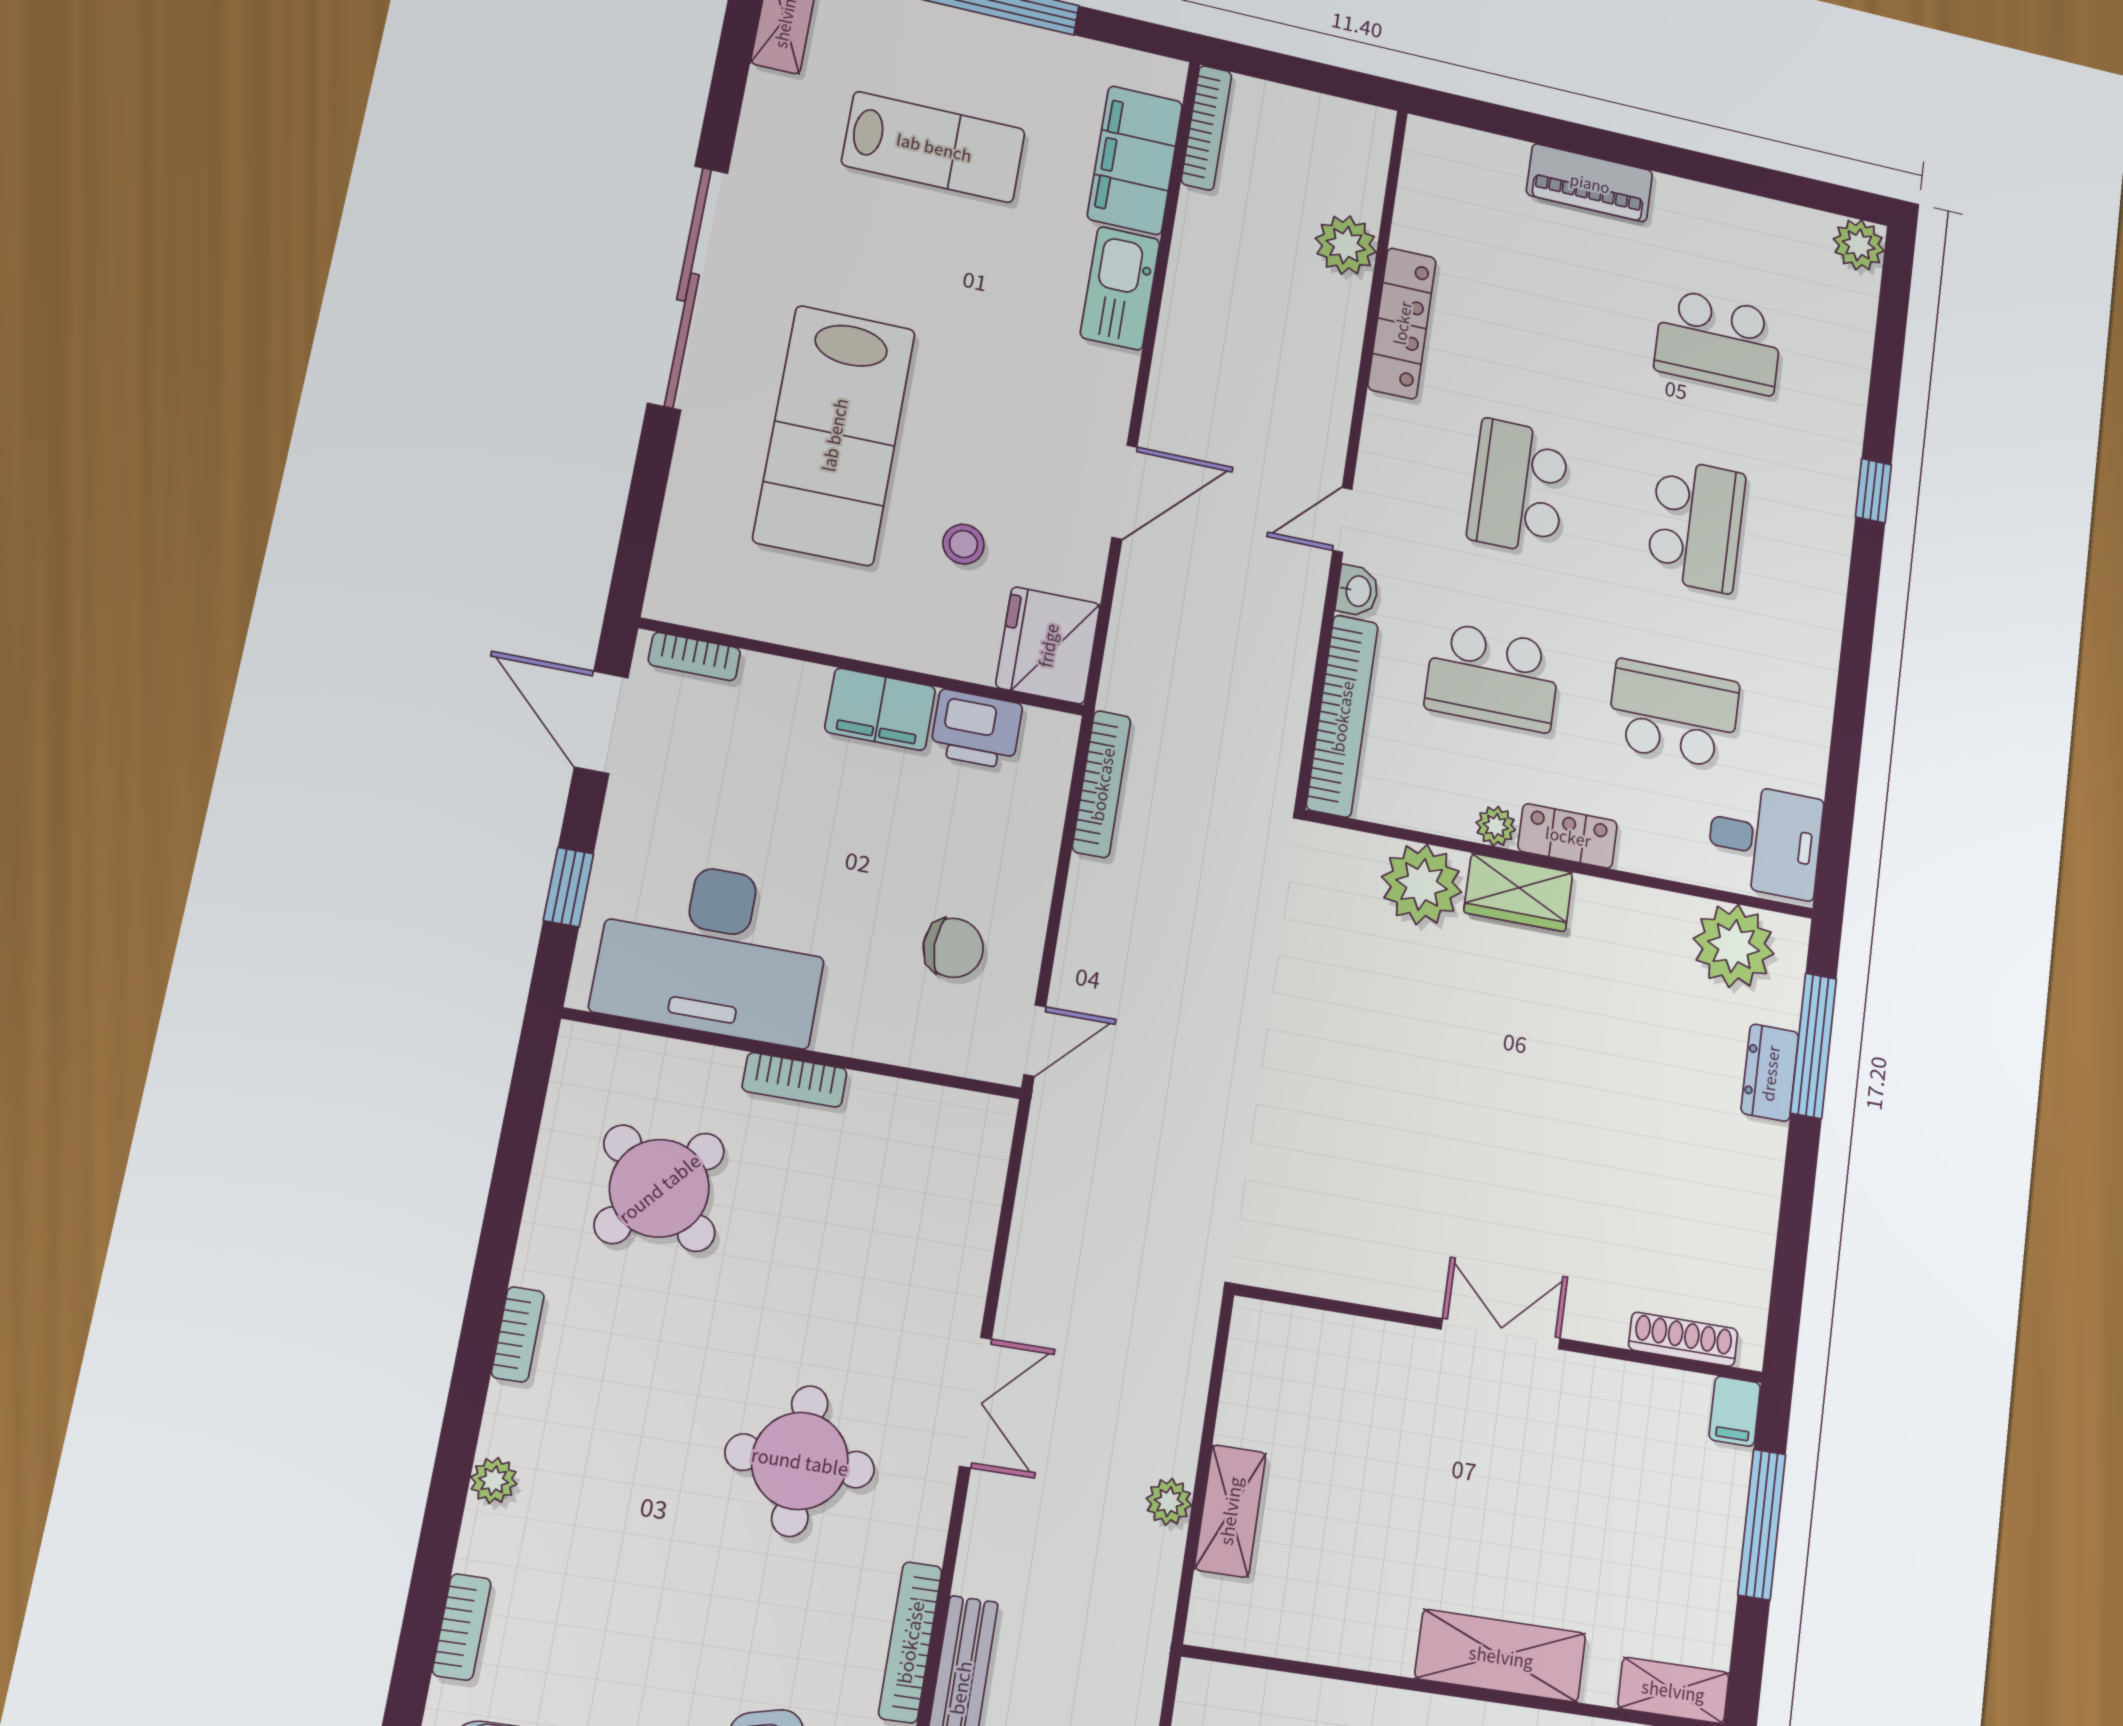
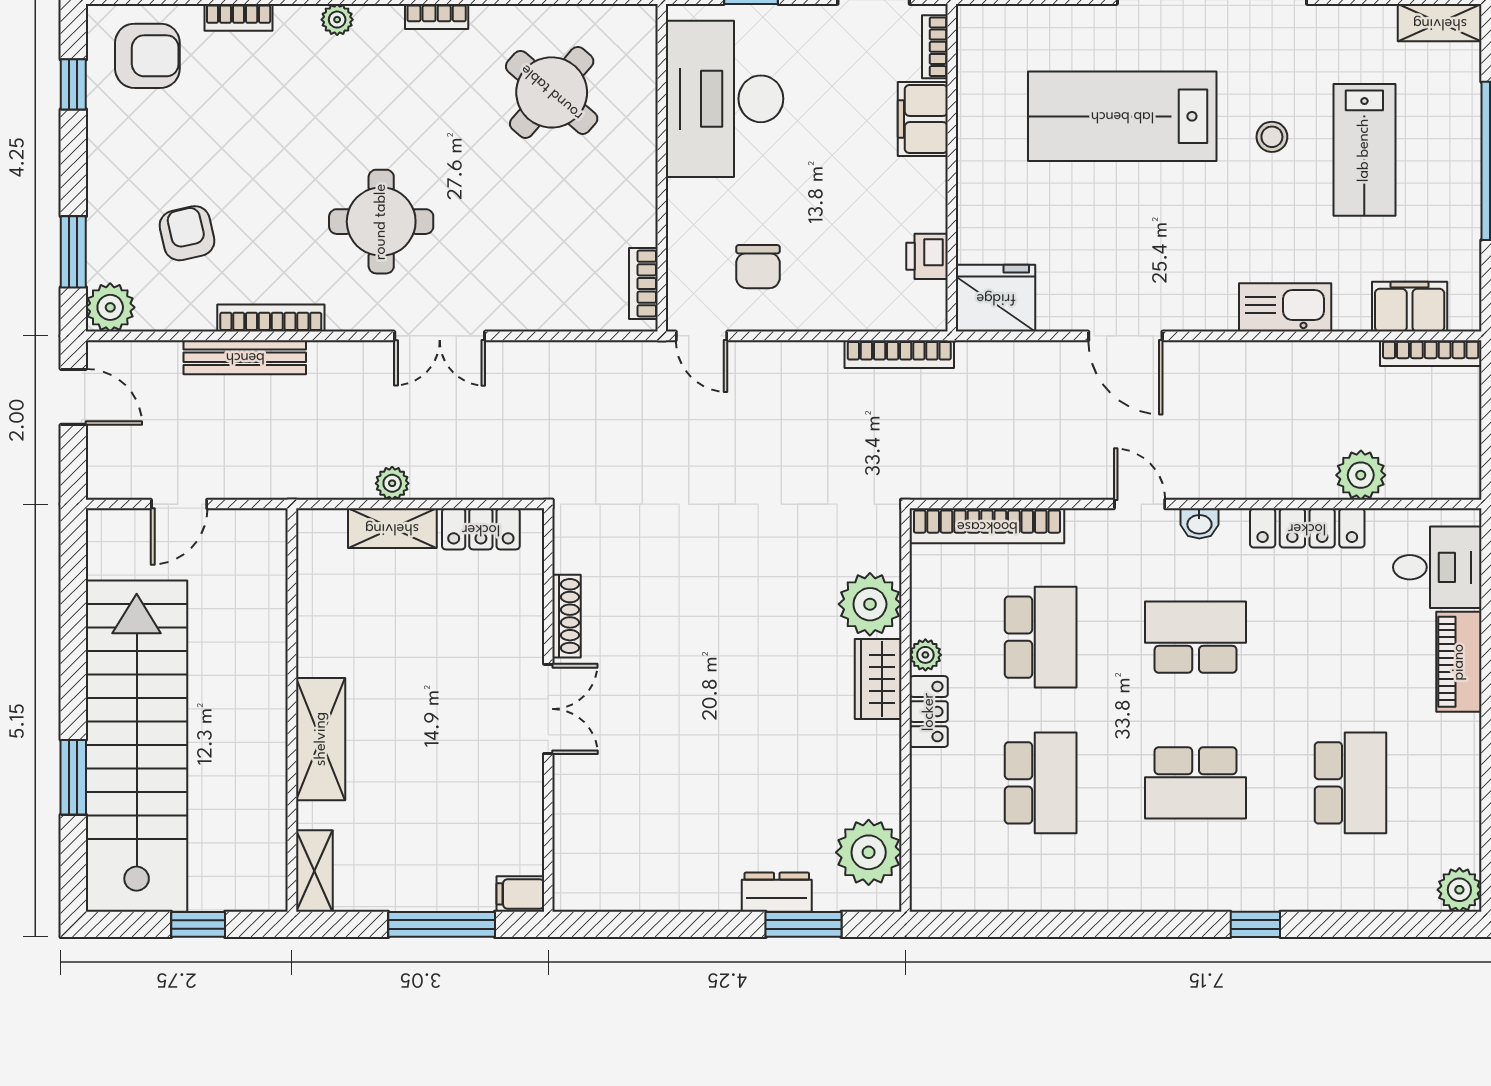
filing cabinet: (1135, 160) -> (1410, 307), width x0.67, depth x0.86
school desk: (1718, 342) -> (1351, 783), turned 180
stool: (963, 544) -> (1272, 137), moved
washbasin: (1357, 591) -> (1199, 523), moved
school desk: (1493, 677) -> (1041, 637), turned 180
filing cabinet: (880, 709) -> (923, 119), moved
printer: (976, 729) -> (927, 256), width x0.73, depth x0.81
desk: (1765, 840) -> (1437, 567), moved, turned -90
window: (1813, 1046) -> (804, 924), width x0.69
bookcase: (795, 1080) -> (643, 284), moved
shoe rack: (1683, 1339) -> (567, 616), moved
locker: (1249, 1387) -> (481, 529), added

